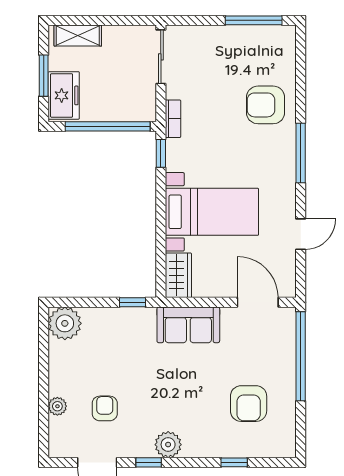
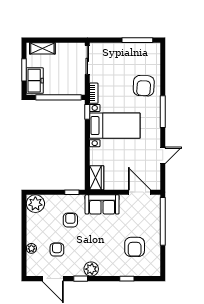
armchair: (266, 105) -> (144, 86), turned -87
bed with nightstands: (212, 212) -> (115, 126), moved
armchair: (130, 354) -> (70, 220), added

